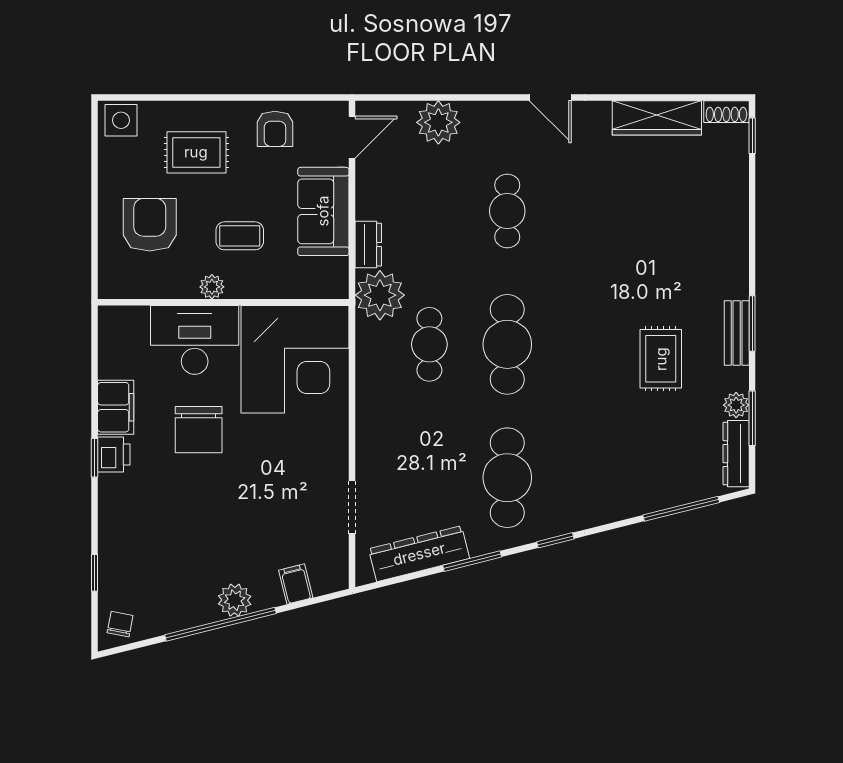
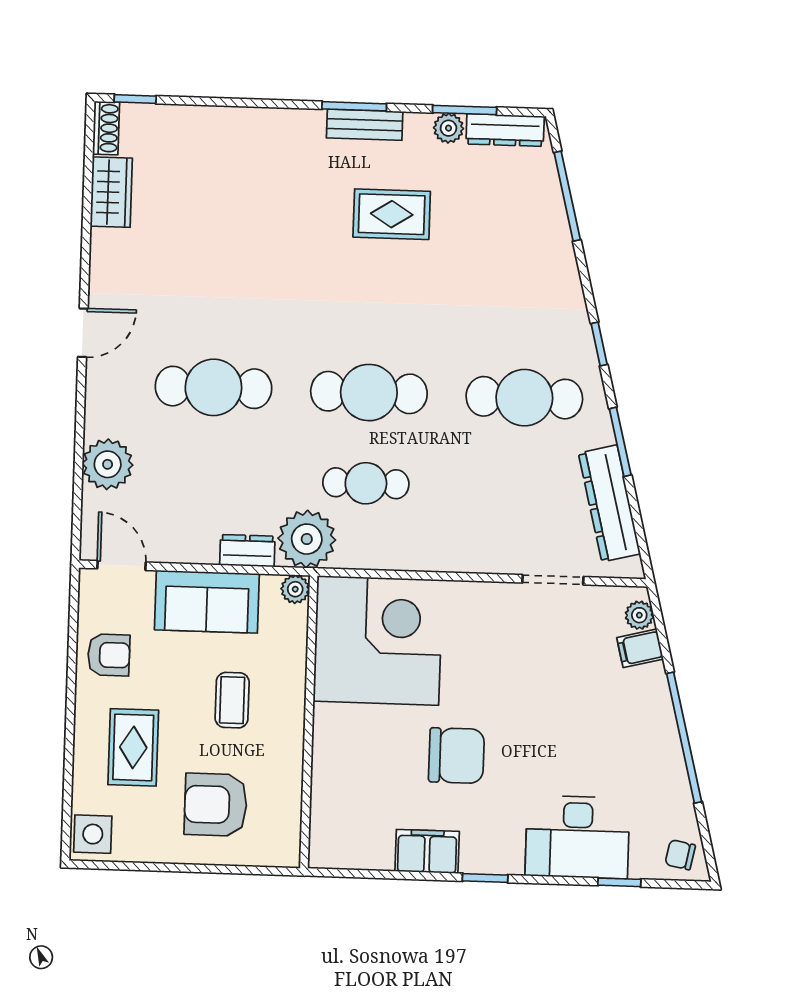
wardrobe: (657, 118) -> (111, 192), width x0.67
cafe table: (507, 211) -> (213, 387), width x1.37, depth x1.35
plant: (212, 287) -> (295, 589), moved
desk: (195, 340) -> (577, 837), moved, turned -90
printer: (114, 454) -> (482, 855), removed
plant: (235, 600) -> (639, 615), moved, width x0.73, depth x0.73

